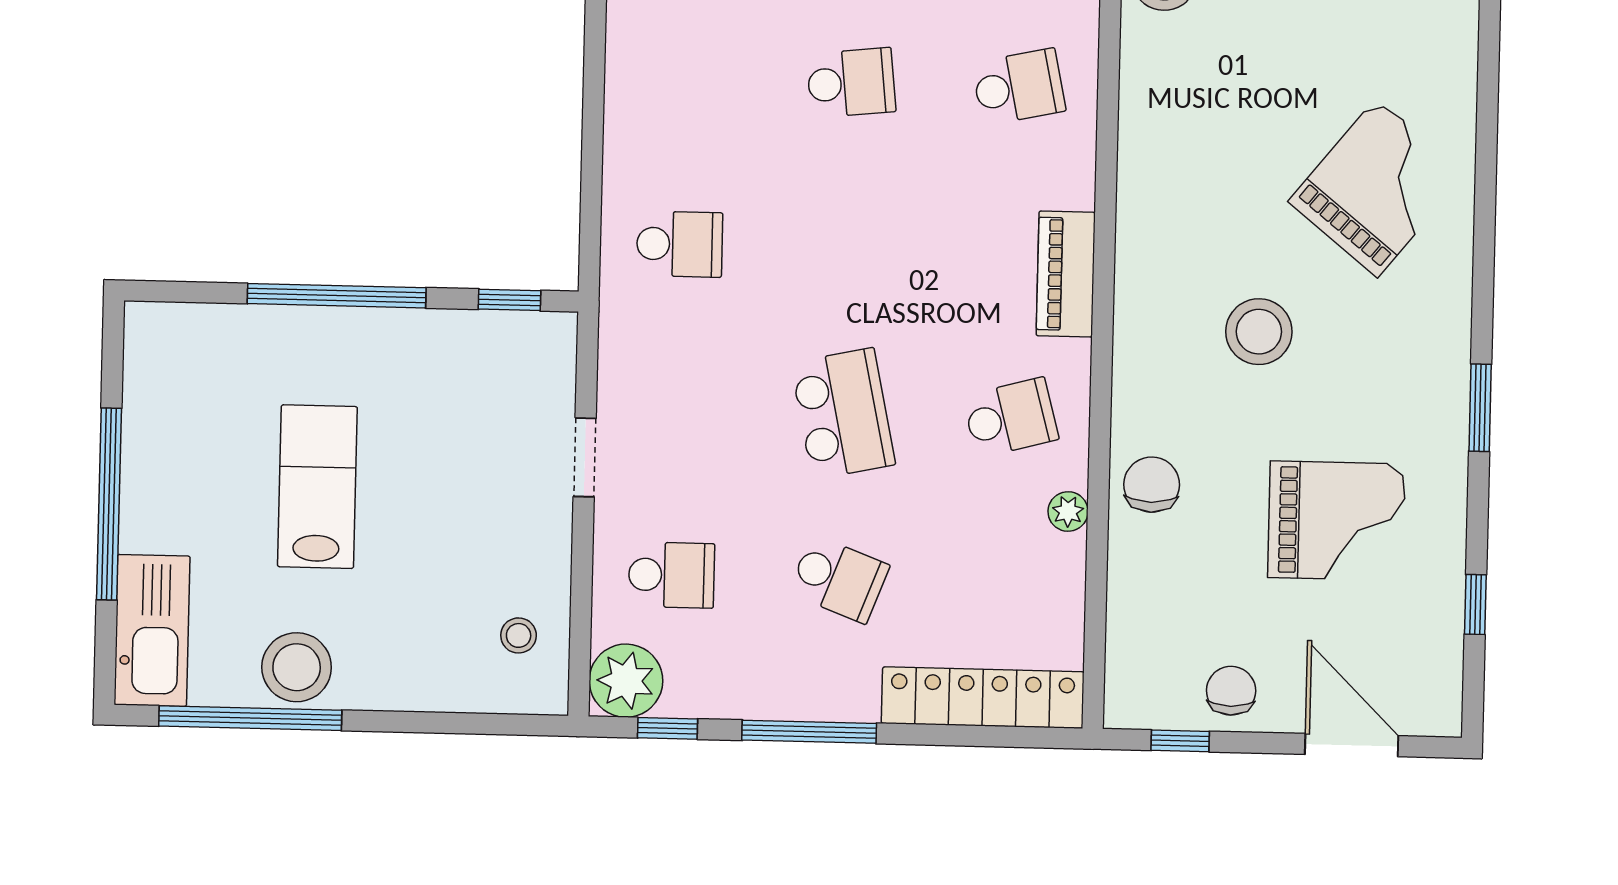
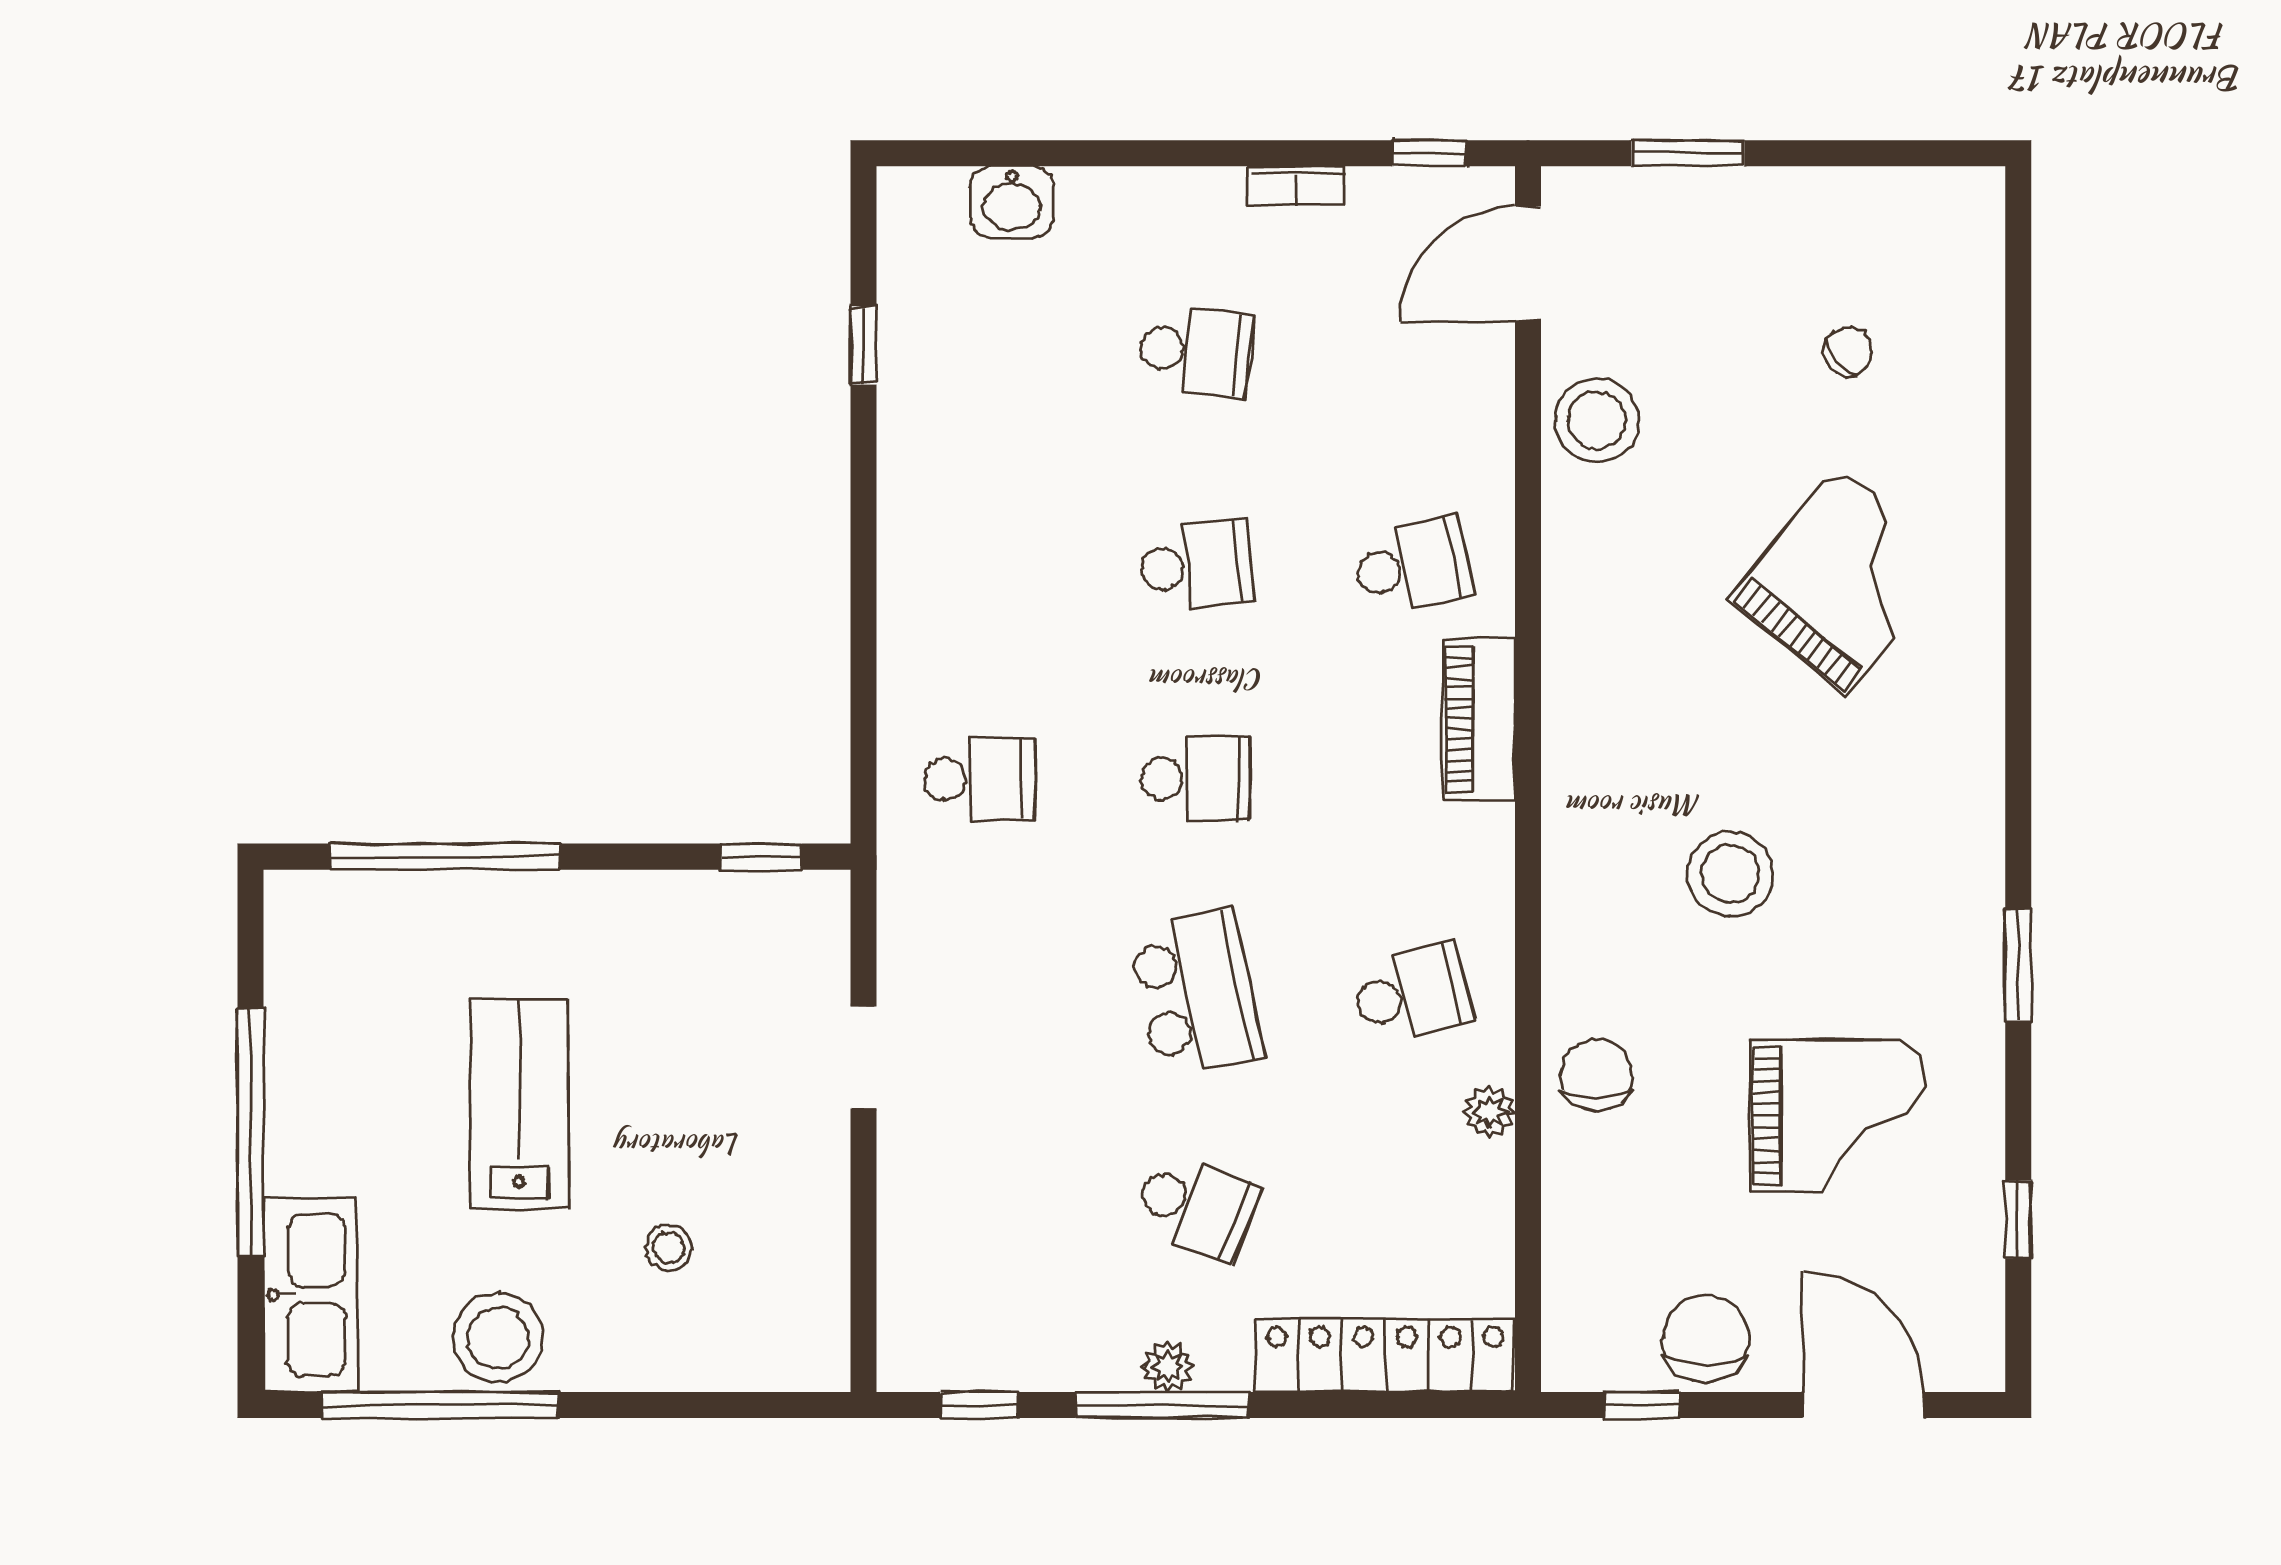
grand piano: (1377, 188) -> (1842, 580), moved
piano: (1066, 274) -> (1479, 719), moved
window: (337, 296) -> (445, 857), moved
school desk: (671, 575) -> (1196, 779), moved
stool: (519, 635) -> (669, 1248), moved
plant: (626, 681) -> (1168, 1367), moved, width x0.53, depth x0.53
chair: (1231, 691) -> (1706, 1339), width x1.37, depth x1.37

